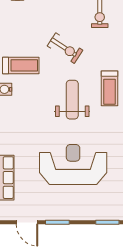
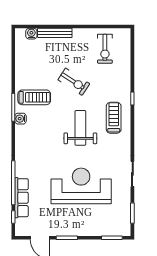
treadmill: (109, 88) -> (114, 118), turned 180

